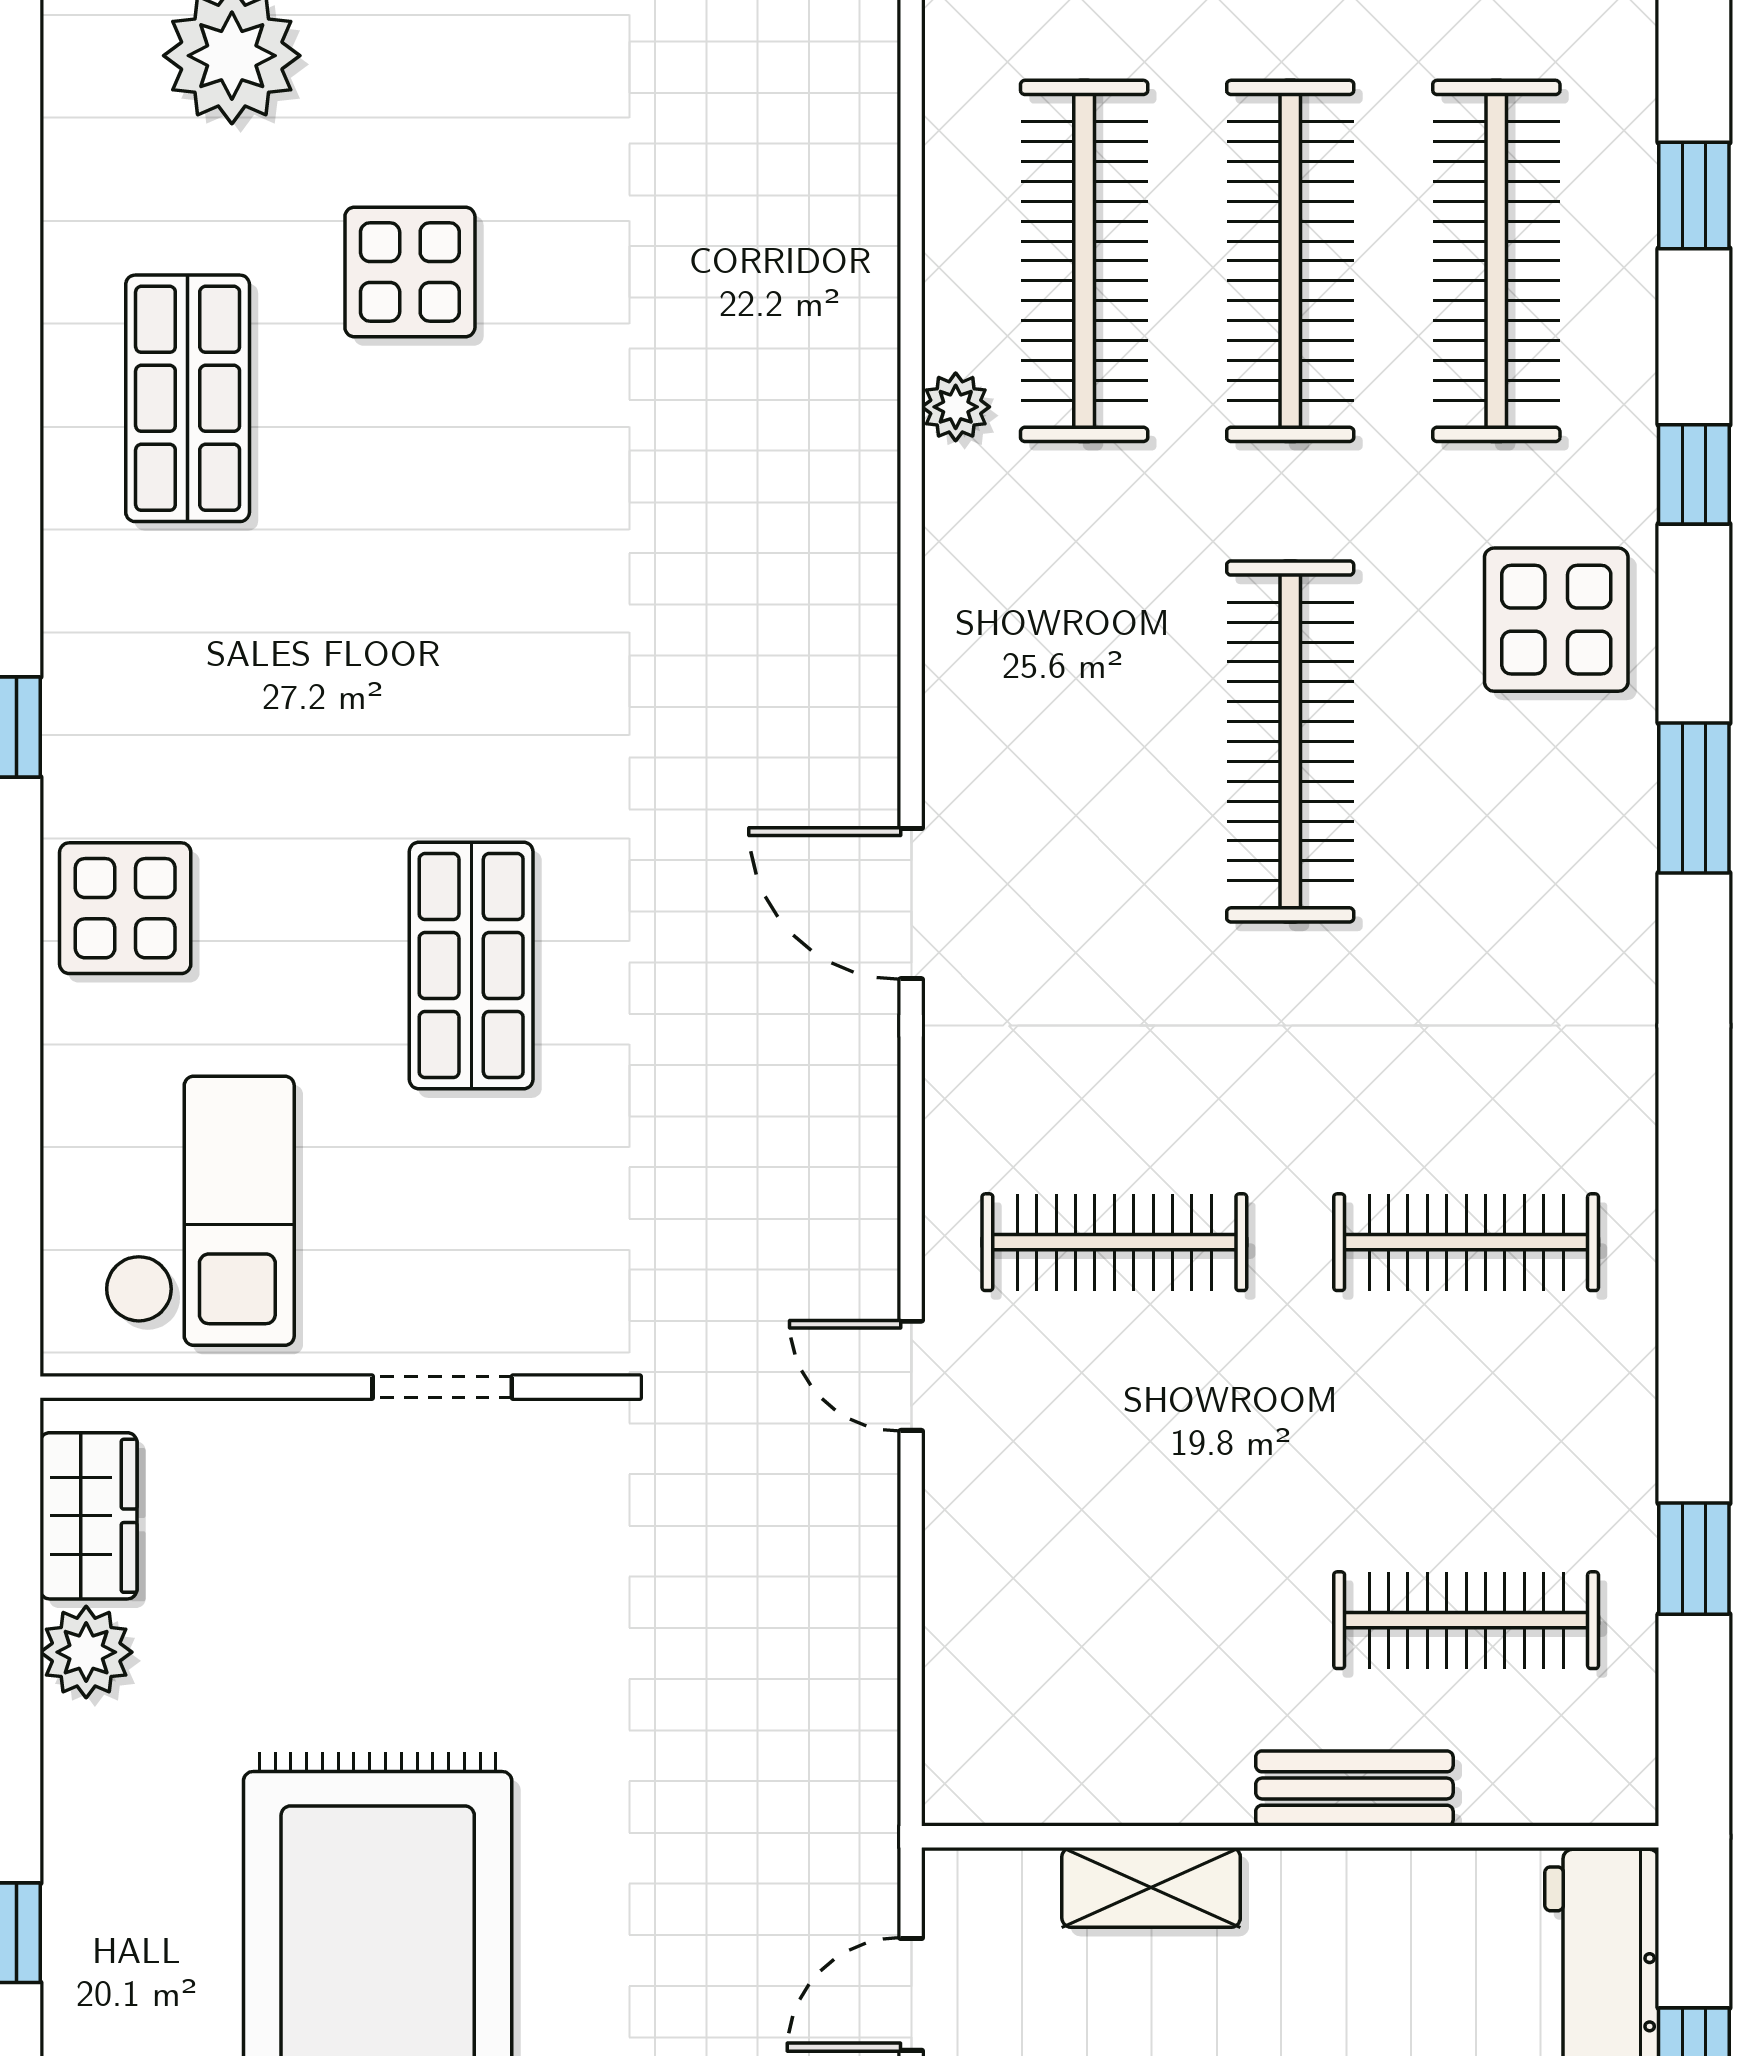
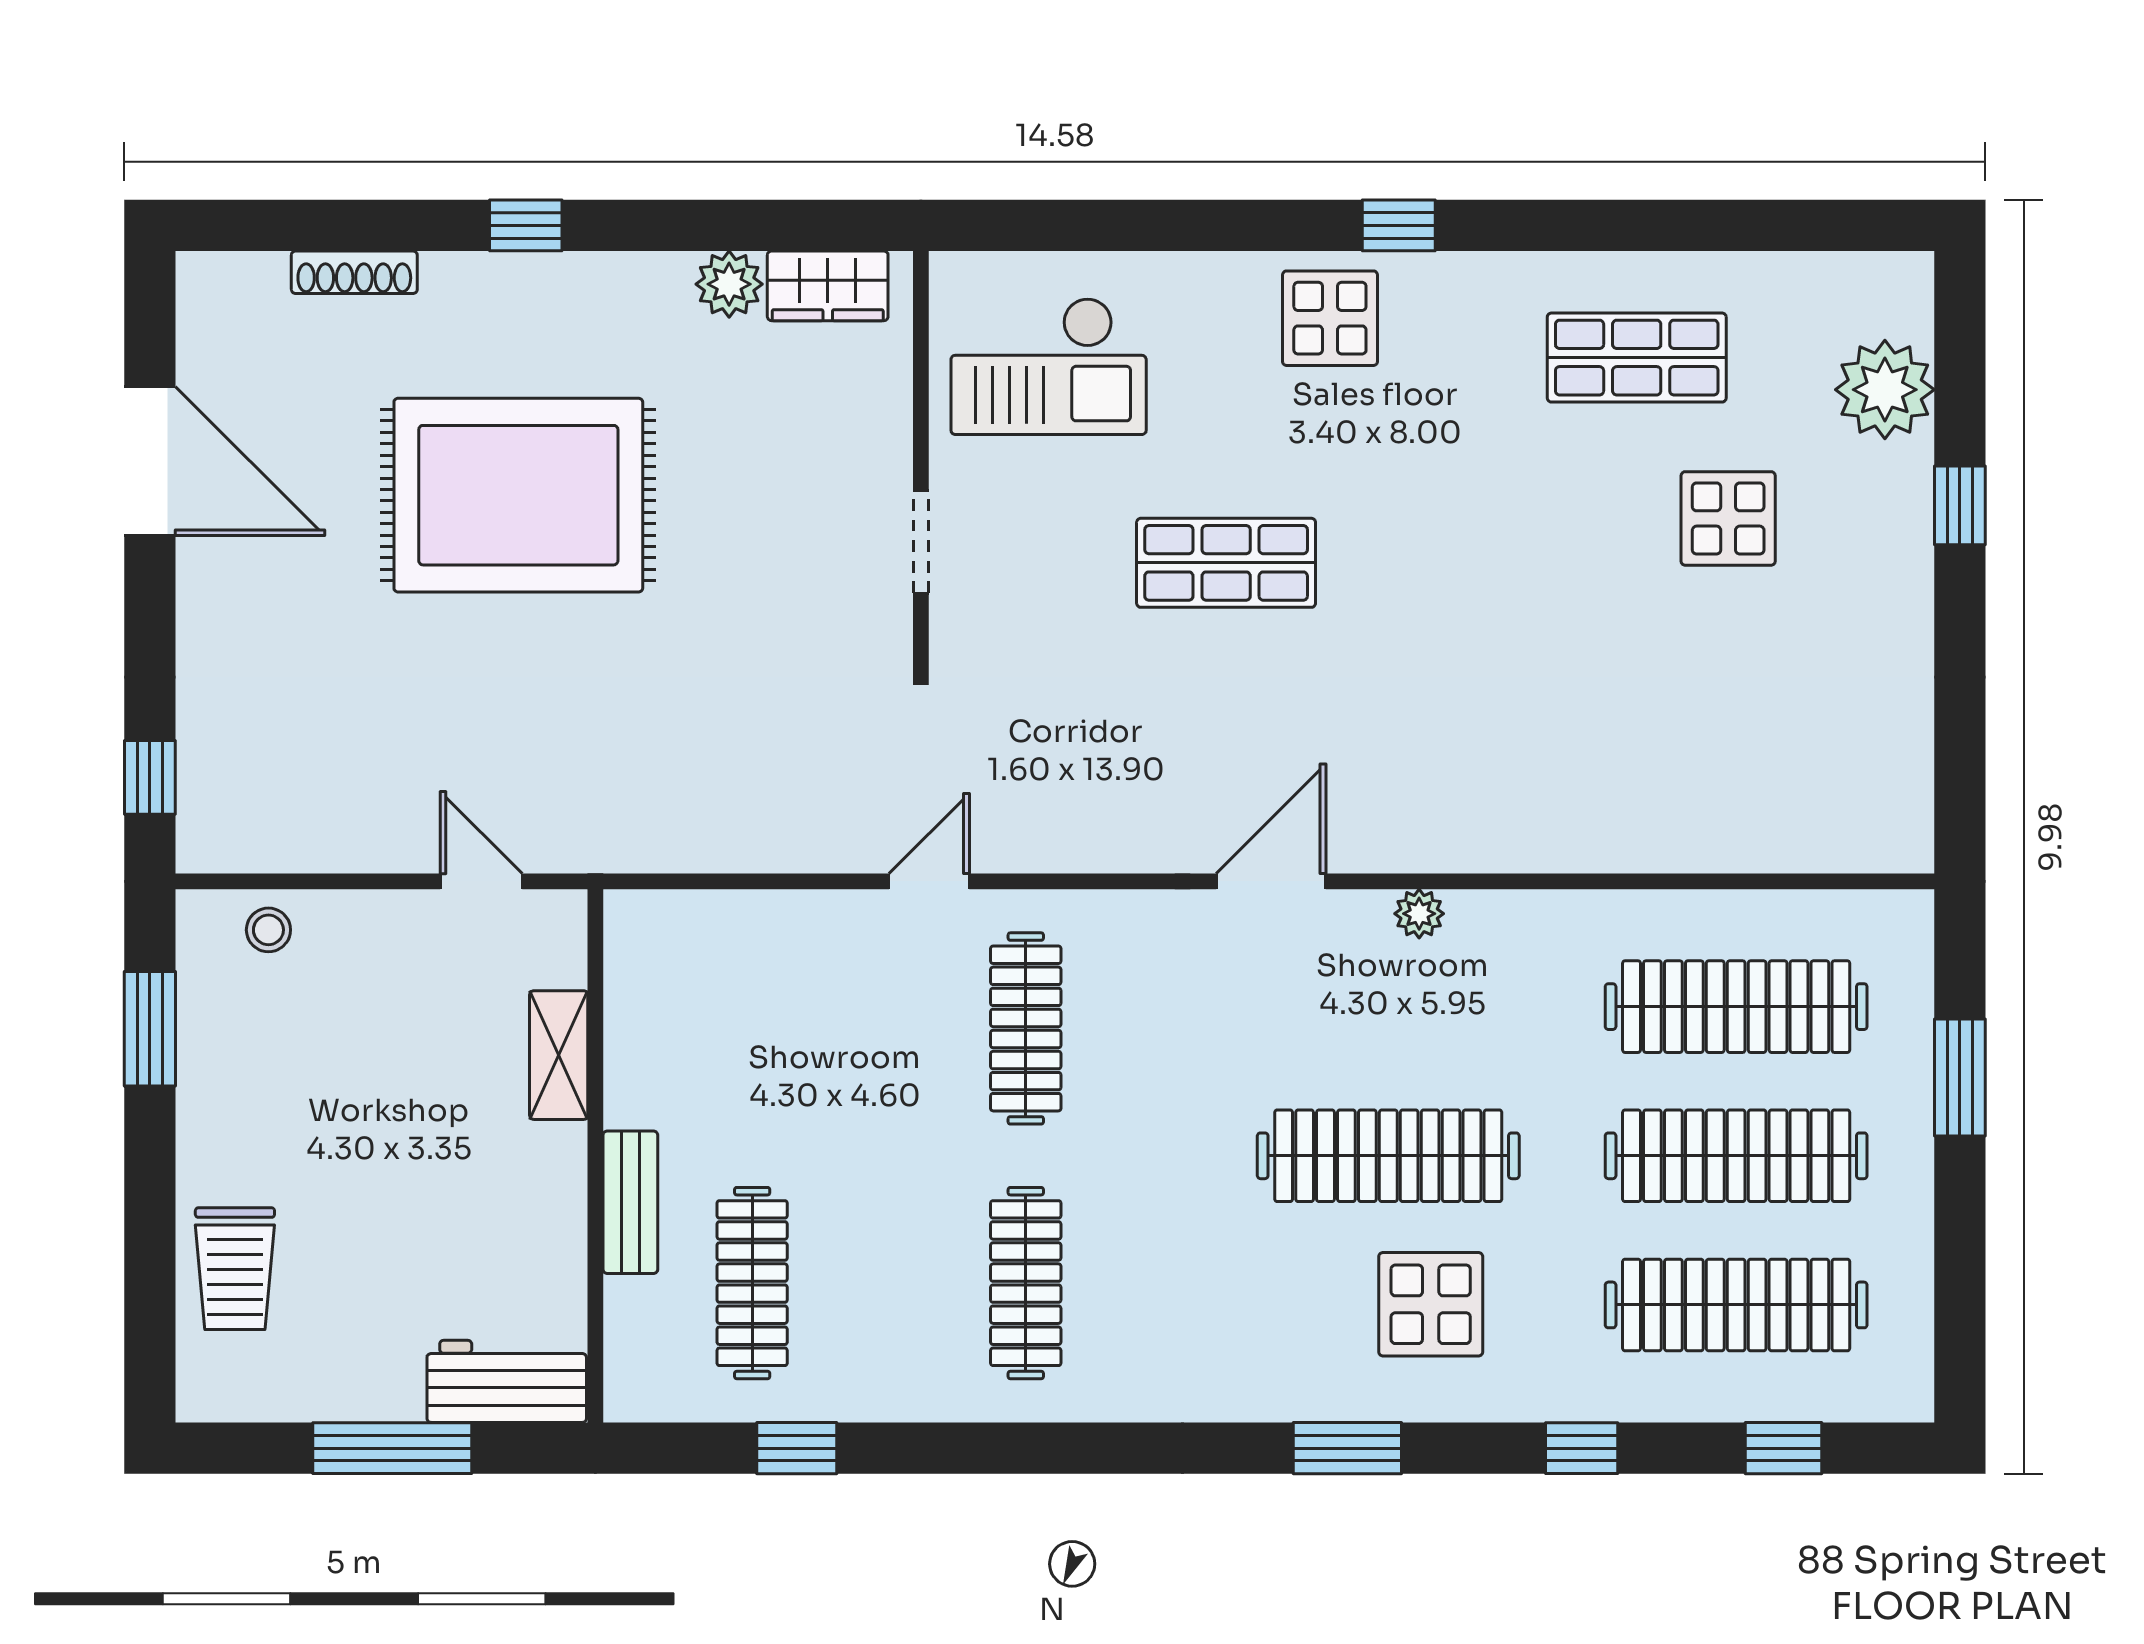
plant: (956, 407) -> (1419, 914), moved
display table: (1556, 620) -> (1431, 1304), moved
display table: (125, 908) -> (1330, 318), moved

